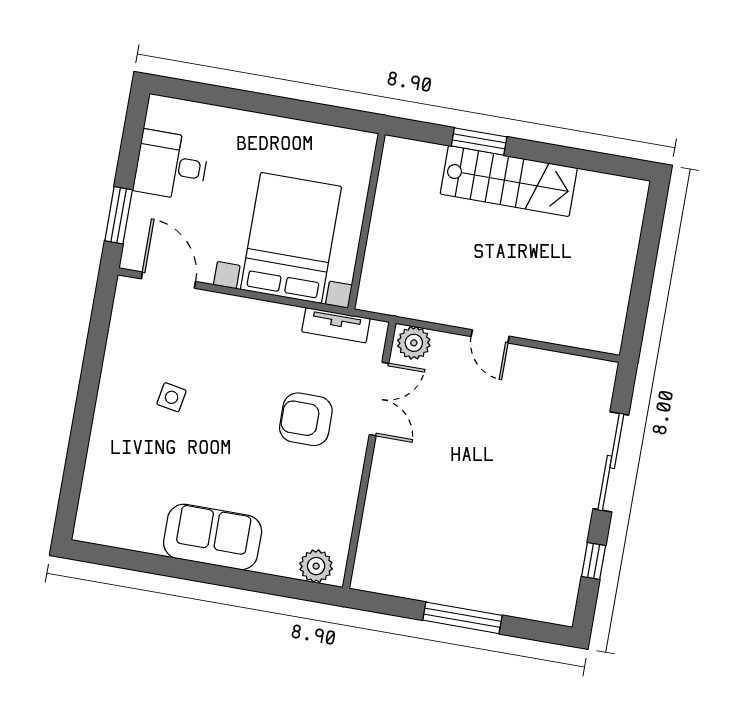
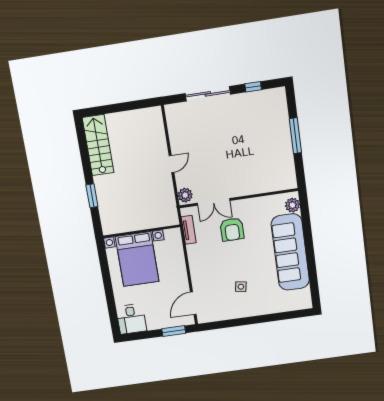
desk: (171, 165) -> (131, 319), moved
stairs: (509, 181) -> (98, 145), moved
bed with nightstands: (291, 238) -> (137, 259), moved, turned -90
double door: (379, 399) -> (214, 202), swing flipped
sofa: (213, 537) -> (290, 252), width x1.85, depth x1.27

